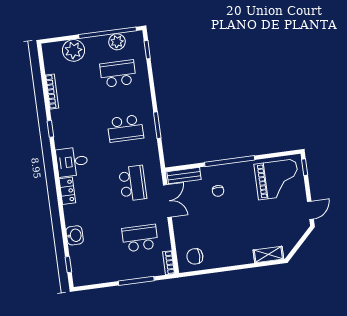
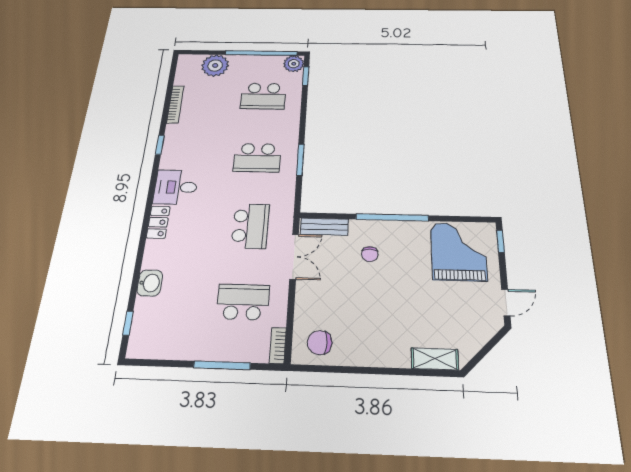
plant: (117, 42) -> (294, 64), moved
school desk: (118, 74) -> (263, 96), turned 180
grand piano: (277, 179) -> (458, 252), turned -90

